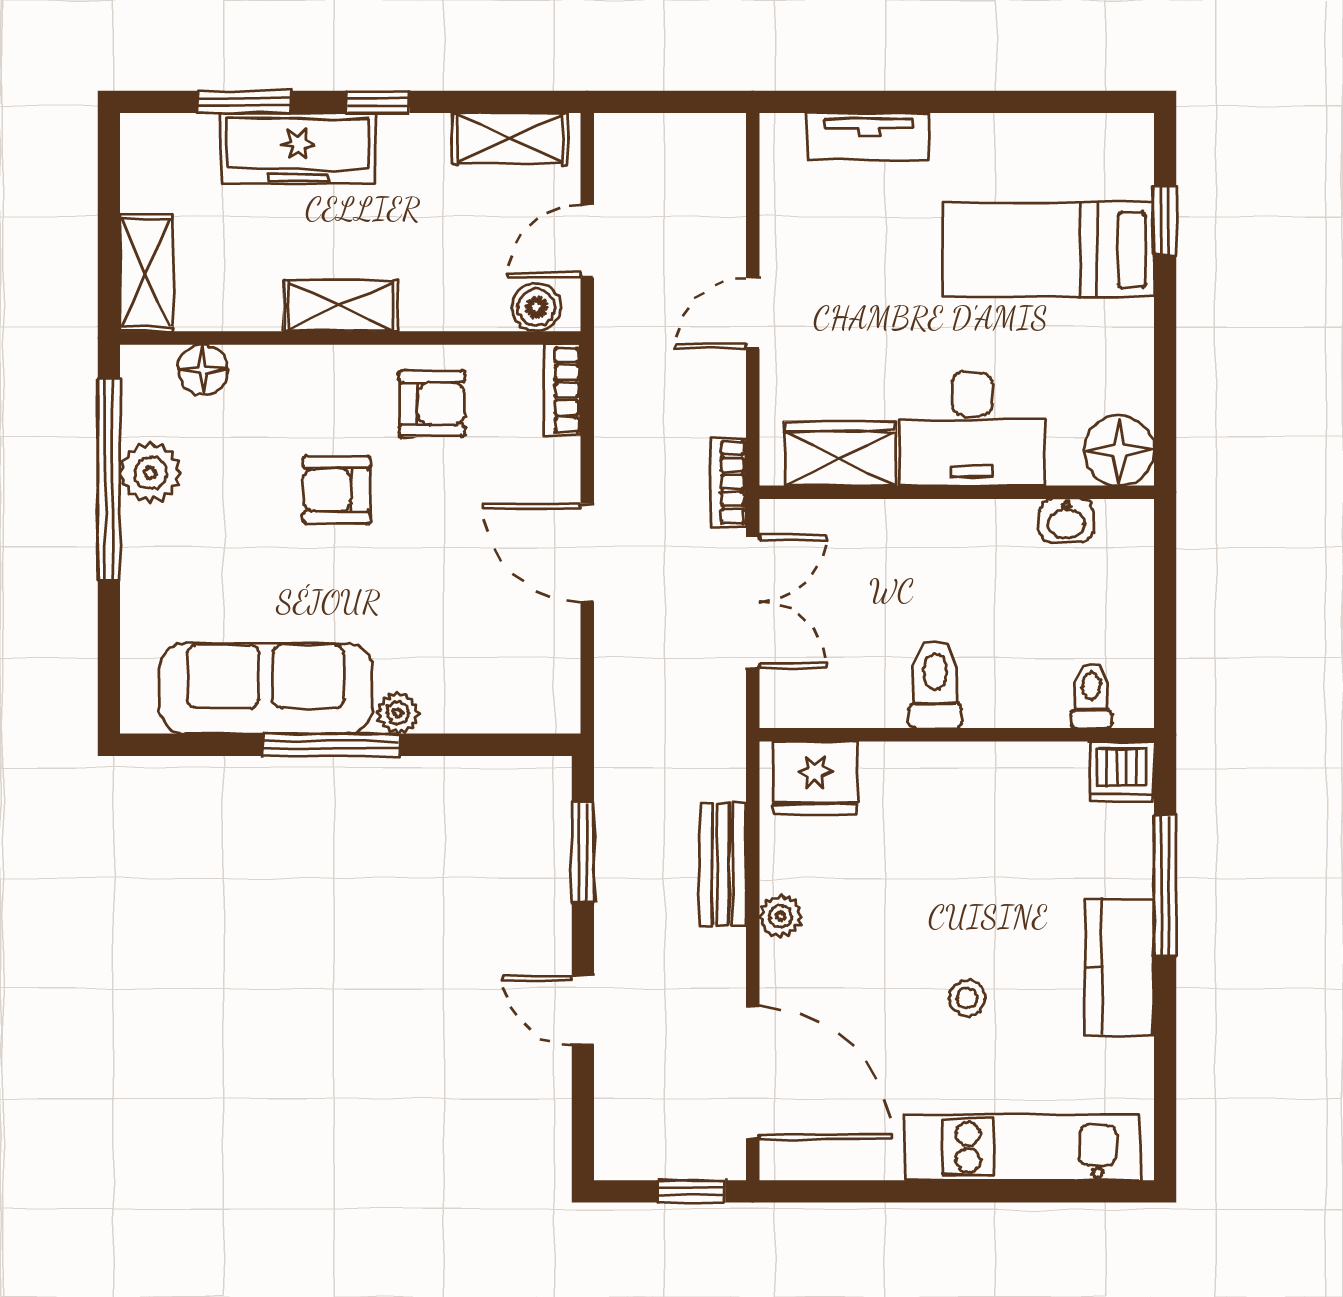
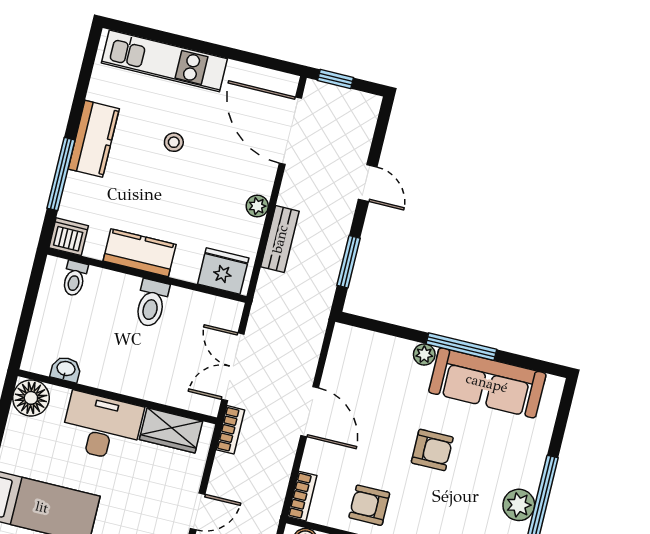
armchair: (337, 490) -> (432, 450), moved
kitchen counter: (981, 774) -> (140, 253), added

